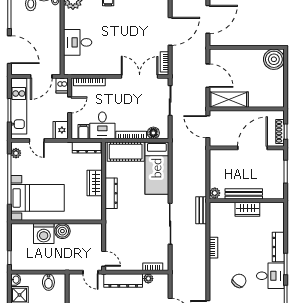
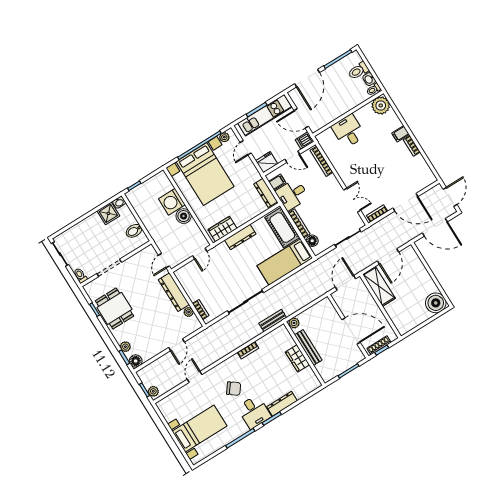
double door: (140, 76) -> (352, 200), width x0.73
wardrobe: (95, 183) -> (222, 229), moved
bed with nightstands: (38, 198) -> (205, 174), width x1.36
door: (104, 259) -> (200, 253), moved

